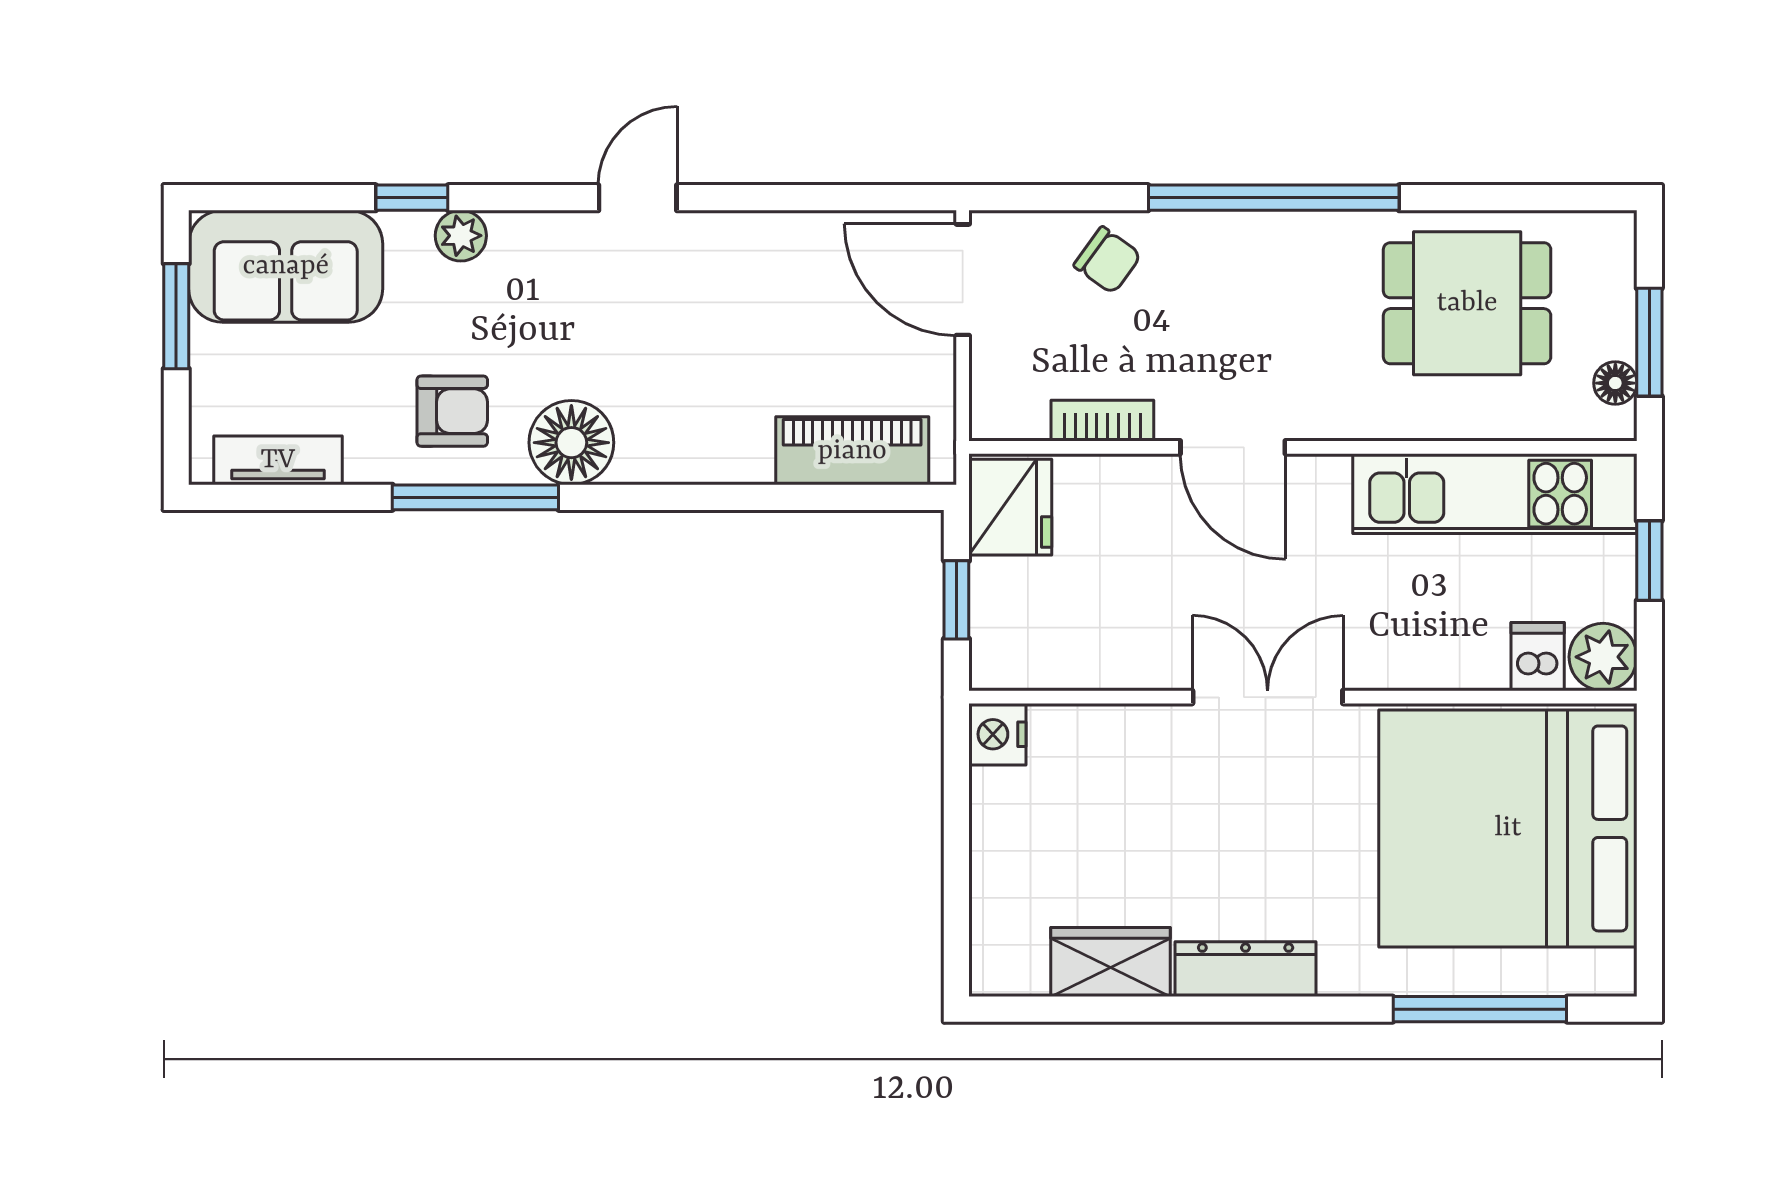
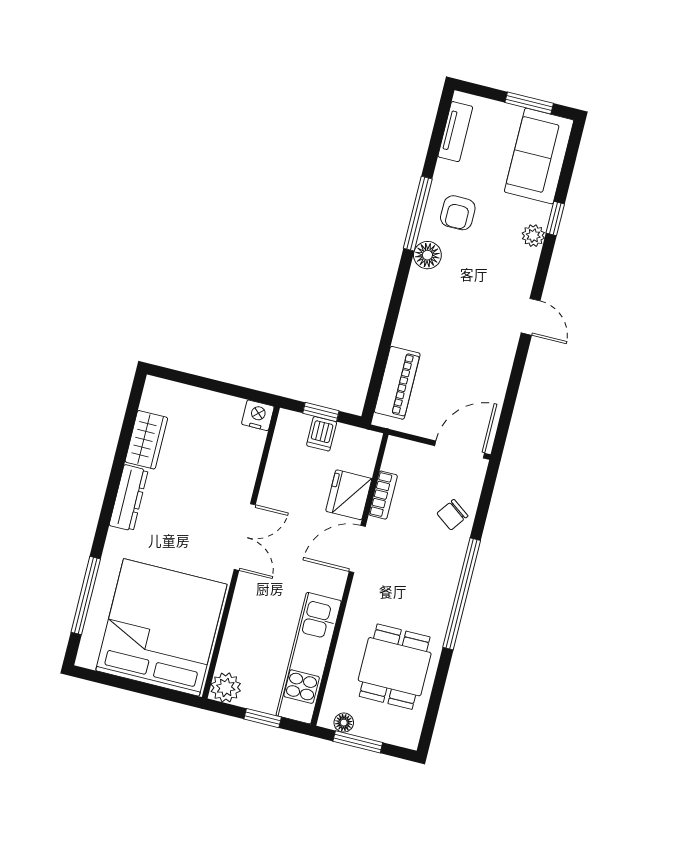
floor lamp: (571, 443) -> (427, 255), width x0.73, depth x0.73
fridge: (1010, 507) -> (349, 495), moved, turned 90
dishwasher: (1538, 657) -> (322, 434), moved, turned 90

